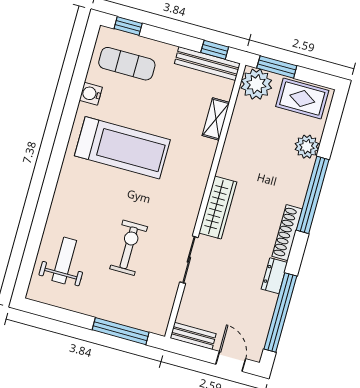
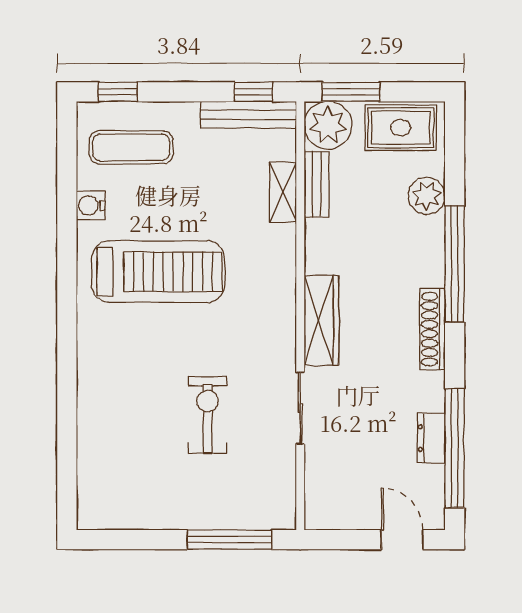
weight bench: (64, 260) -> (119, 459), removed
dresser: (274, 276) -> (431, 438), moved
bench: (193, 336) -> (317, 184), moved, turned 90

